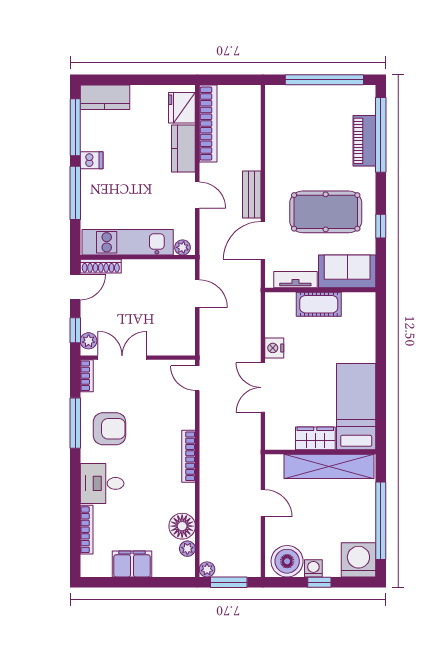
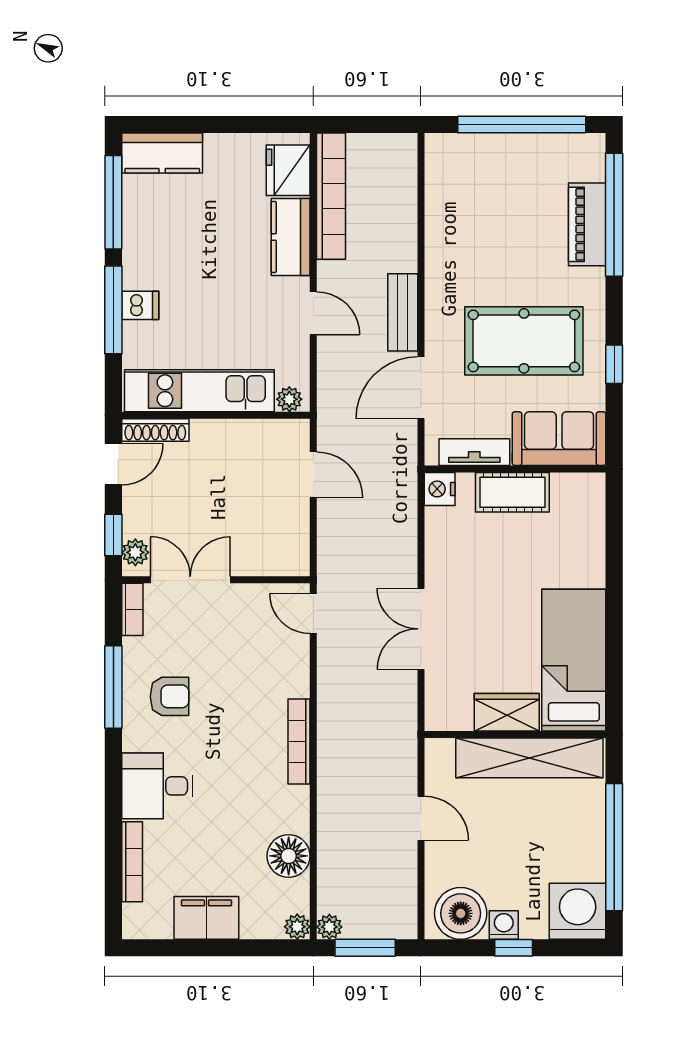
dishwasher: (92, 160) -> (140, 305), moved
nightstand: (274, 348) -> (440, 489), moved
armchair: (109, 429) -> (170, 696), width x0.72, depth x0.72
plant: (187, 549) -> (297, 927), moved

